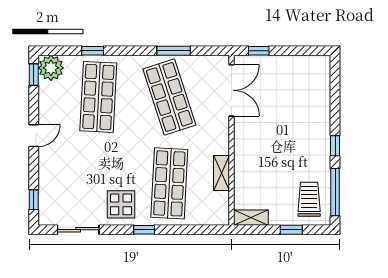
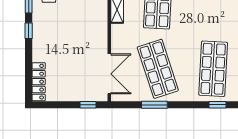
locker: (322, 80) -> (39, 82), added
double door: (232, 90) -> (109, 74), swing flipped

